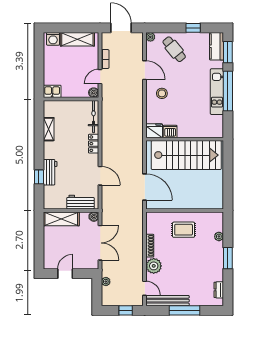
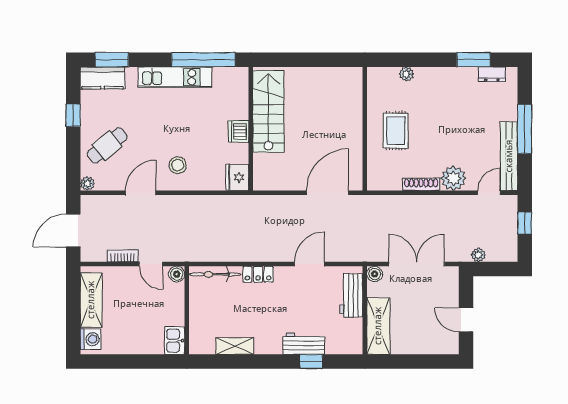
window: (228, 91) -> (203, 60), moved
dishwasher: (170, 131) -> (239, 131), moved
stairs: (186, 155) -> (268, 111), width x0.73, depth x0.66
window: (228, 258) -> (474, 60), moved

